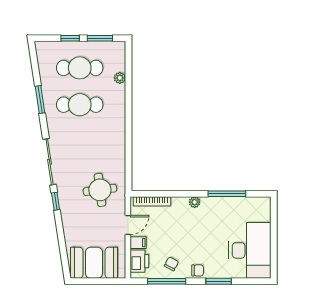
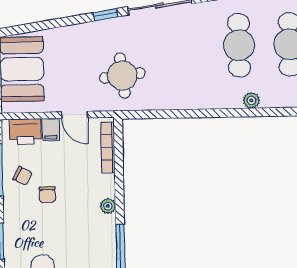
plant: (120, 78) -> (251, 100), moved
chair: (198, 270) -> (47, 195), moved

